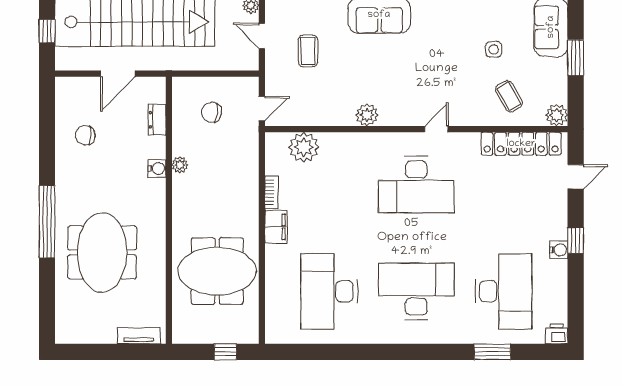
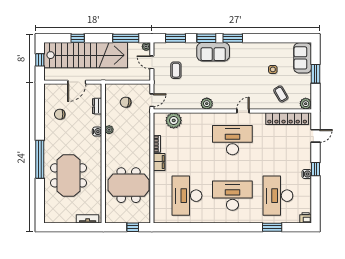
desk: (416, 185) -> (232, 140), turned 180
desk: (503, 291) -> (278, 196), turned 180

